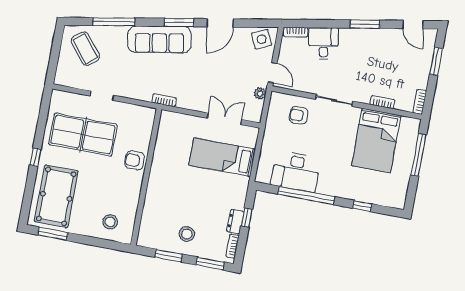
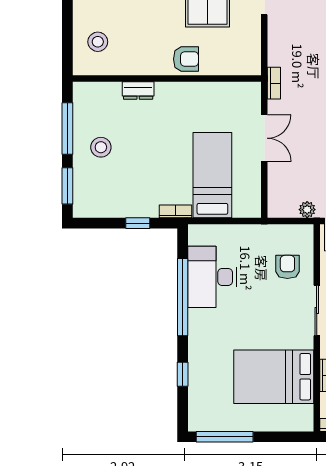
double door: (225, 119) -> (264, 138), moved
window: (418, 155) -> (225, 437), moved
armchair: (135, 160) -> (186, 59), turned 90
dresser: (235, 222) -> (138, 90), moved, turned 180
bookcase: (232, 246) -> (175, 211), moved
window: (169, 256) -> (67, 129), width x1.44

